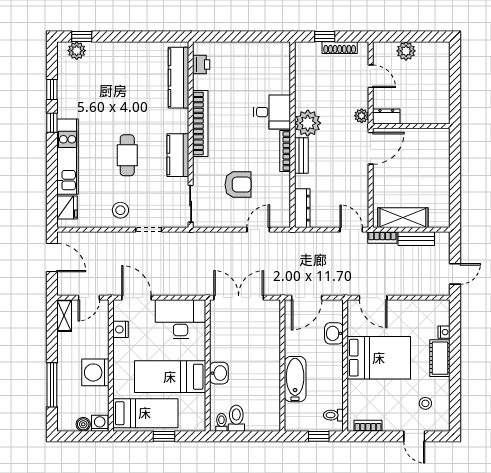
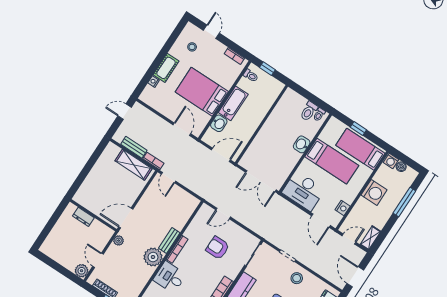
plant: (406, 51) -> (82, 271), moved
dresser: (386, 116) -> (83, 217), moved
dresser: (302, 208) -> (189, 209), removed
bathtub: (295, 379) -> (233, 103), moved, turned 180

